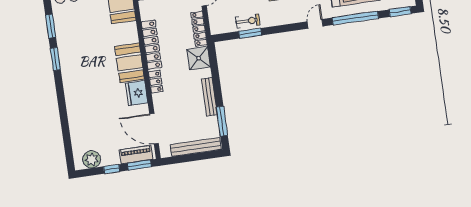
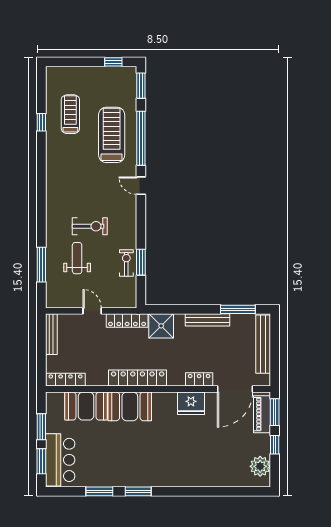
booth: (130, 63) -> (130, 406), moved
locker: (156, 82) -> (199, 379), moved

